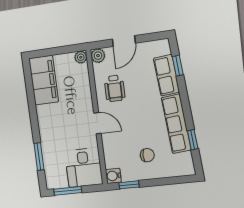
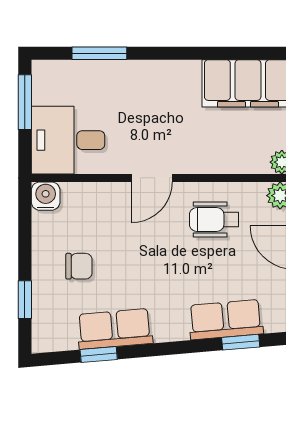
row of seats: (176, 124) -> (115, 329), width x0.68
chair: (147, 155) -> (79, 266), turned -90
window: (129, 185) -> (25, 300), moved

